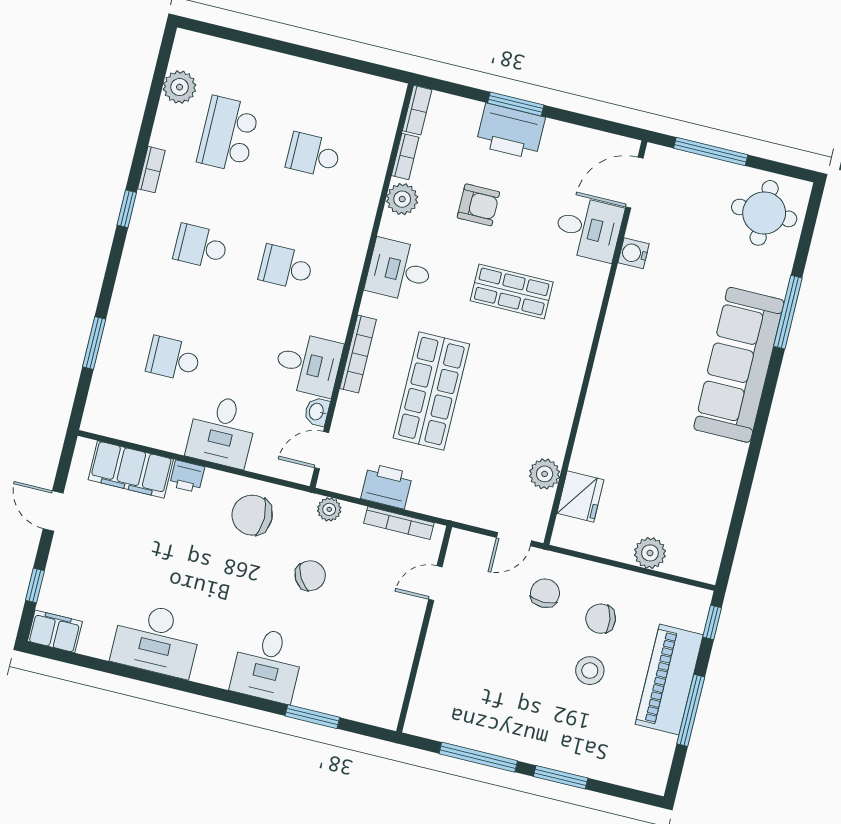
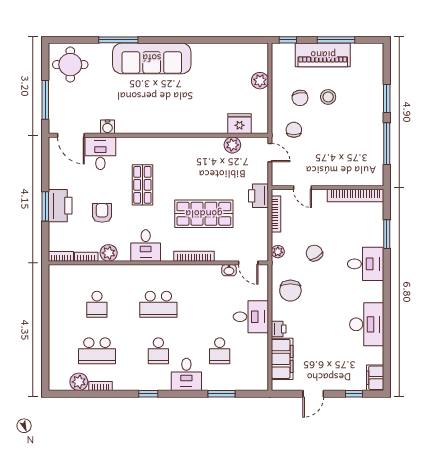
bookcase: (151, 170) -> (101, 386), moved
school desk: (286, 267) -> (158, 304), width x1.85
desk: (308, 364) -> (186, 374), moved, turned 180
printer: (387, 486) -> (259, 196), moved
chair: (545, 593) -> (294, 130), turned 90
bookcase: (397, 677) -> (356, 195), added

